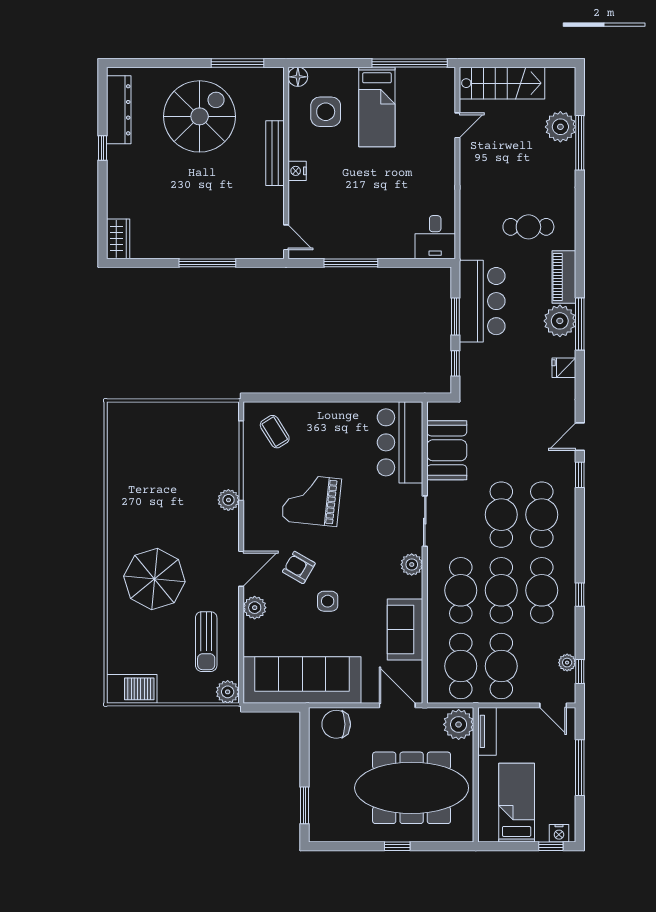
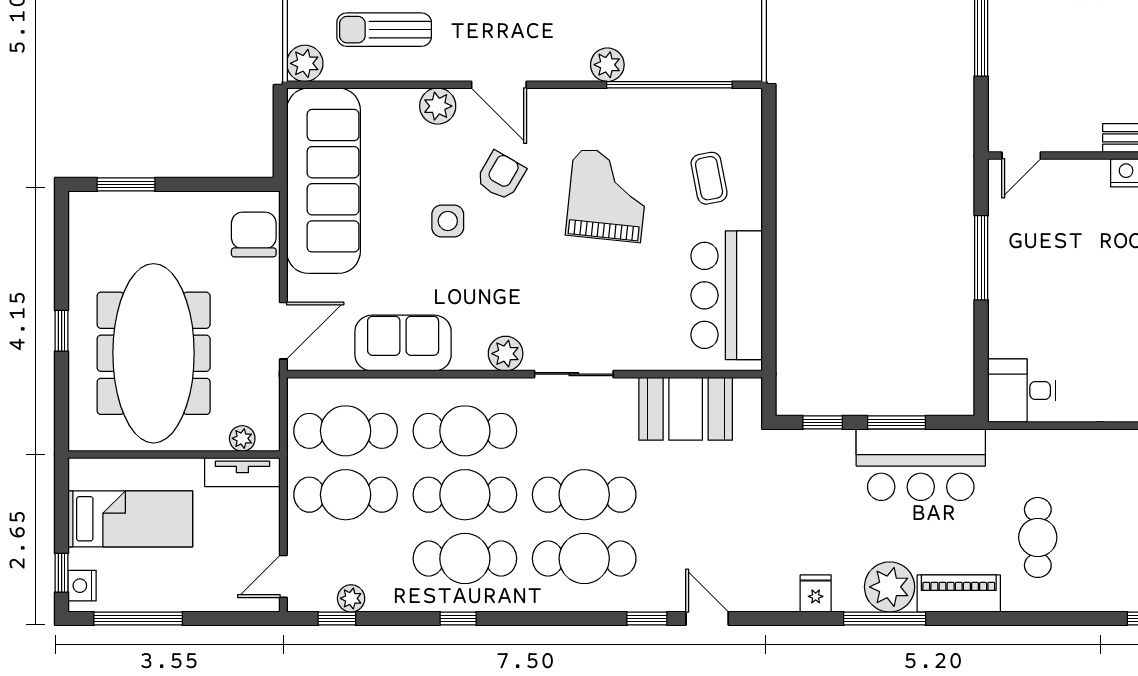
coffee table: (275, 432) -> (709, 178), moved, turned -69
bar counter: (400, 442) -> (727, 295), moved, turned -90
plant: (459, 724) -> (242, 438), width x0.53, depth x0.53
window: (580, 768) -> (138, 618), moved

